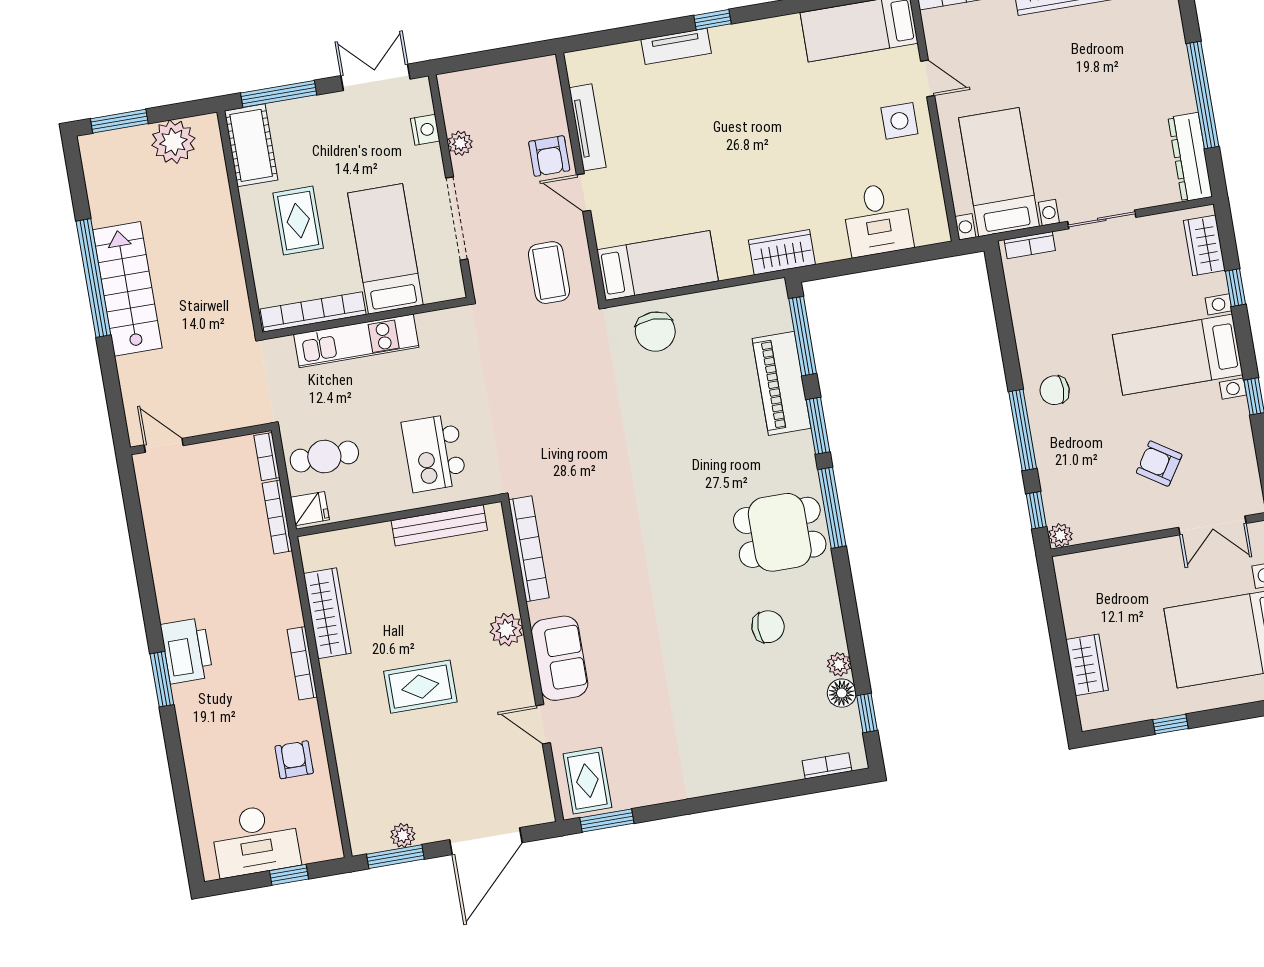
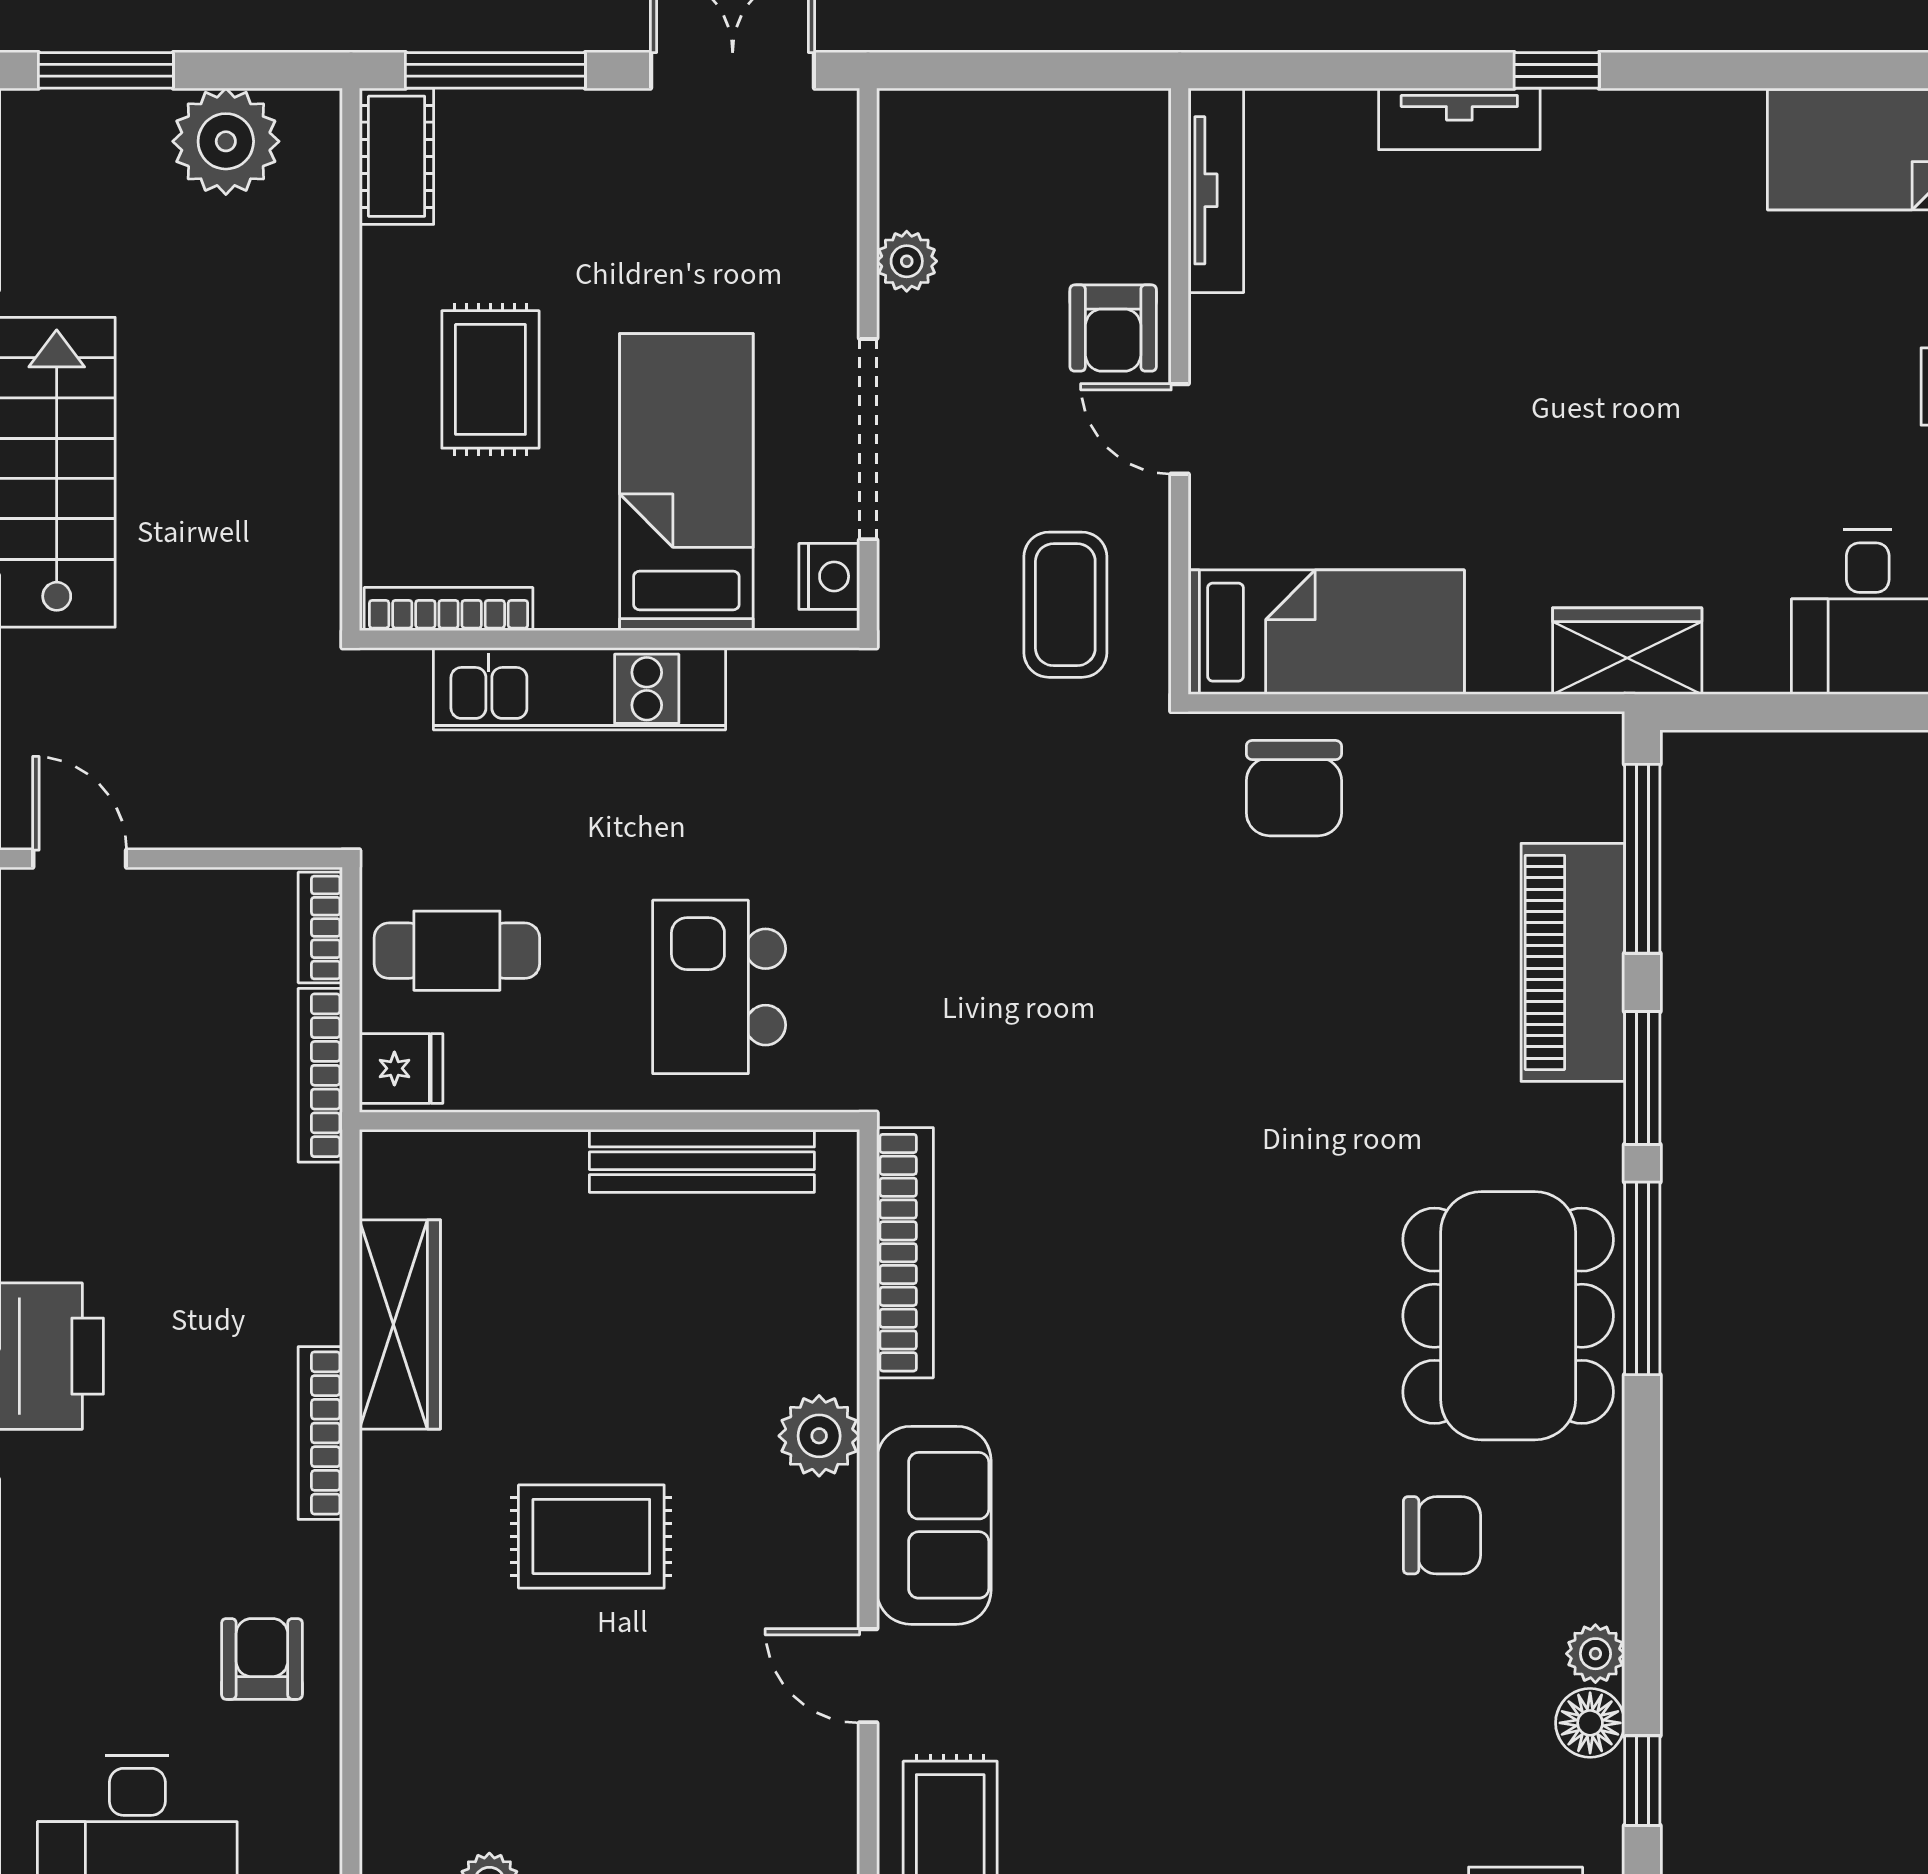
tv unit: (588, 127) -> (1216, 190), moved
nightstand: (425, 130) -> (829, 576), moved
cot: (251, 145) -> (397, 156), width x0.73, depth x0.75
bookcase: (313, 312) -> (449, 609), width x0.68, depth x0.76
dining table: (780, 532) -> (1508, 1316), width x1.37

